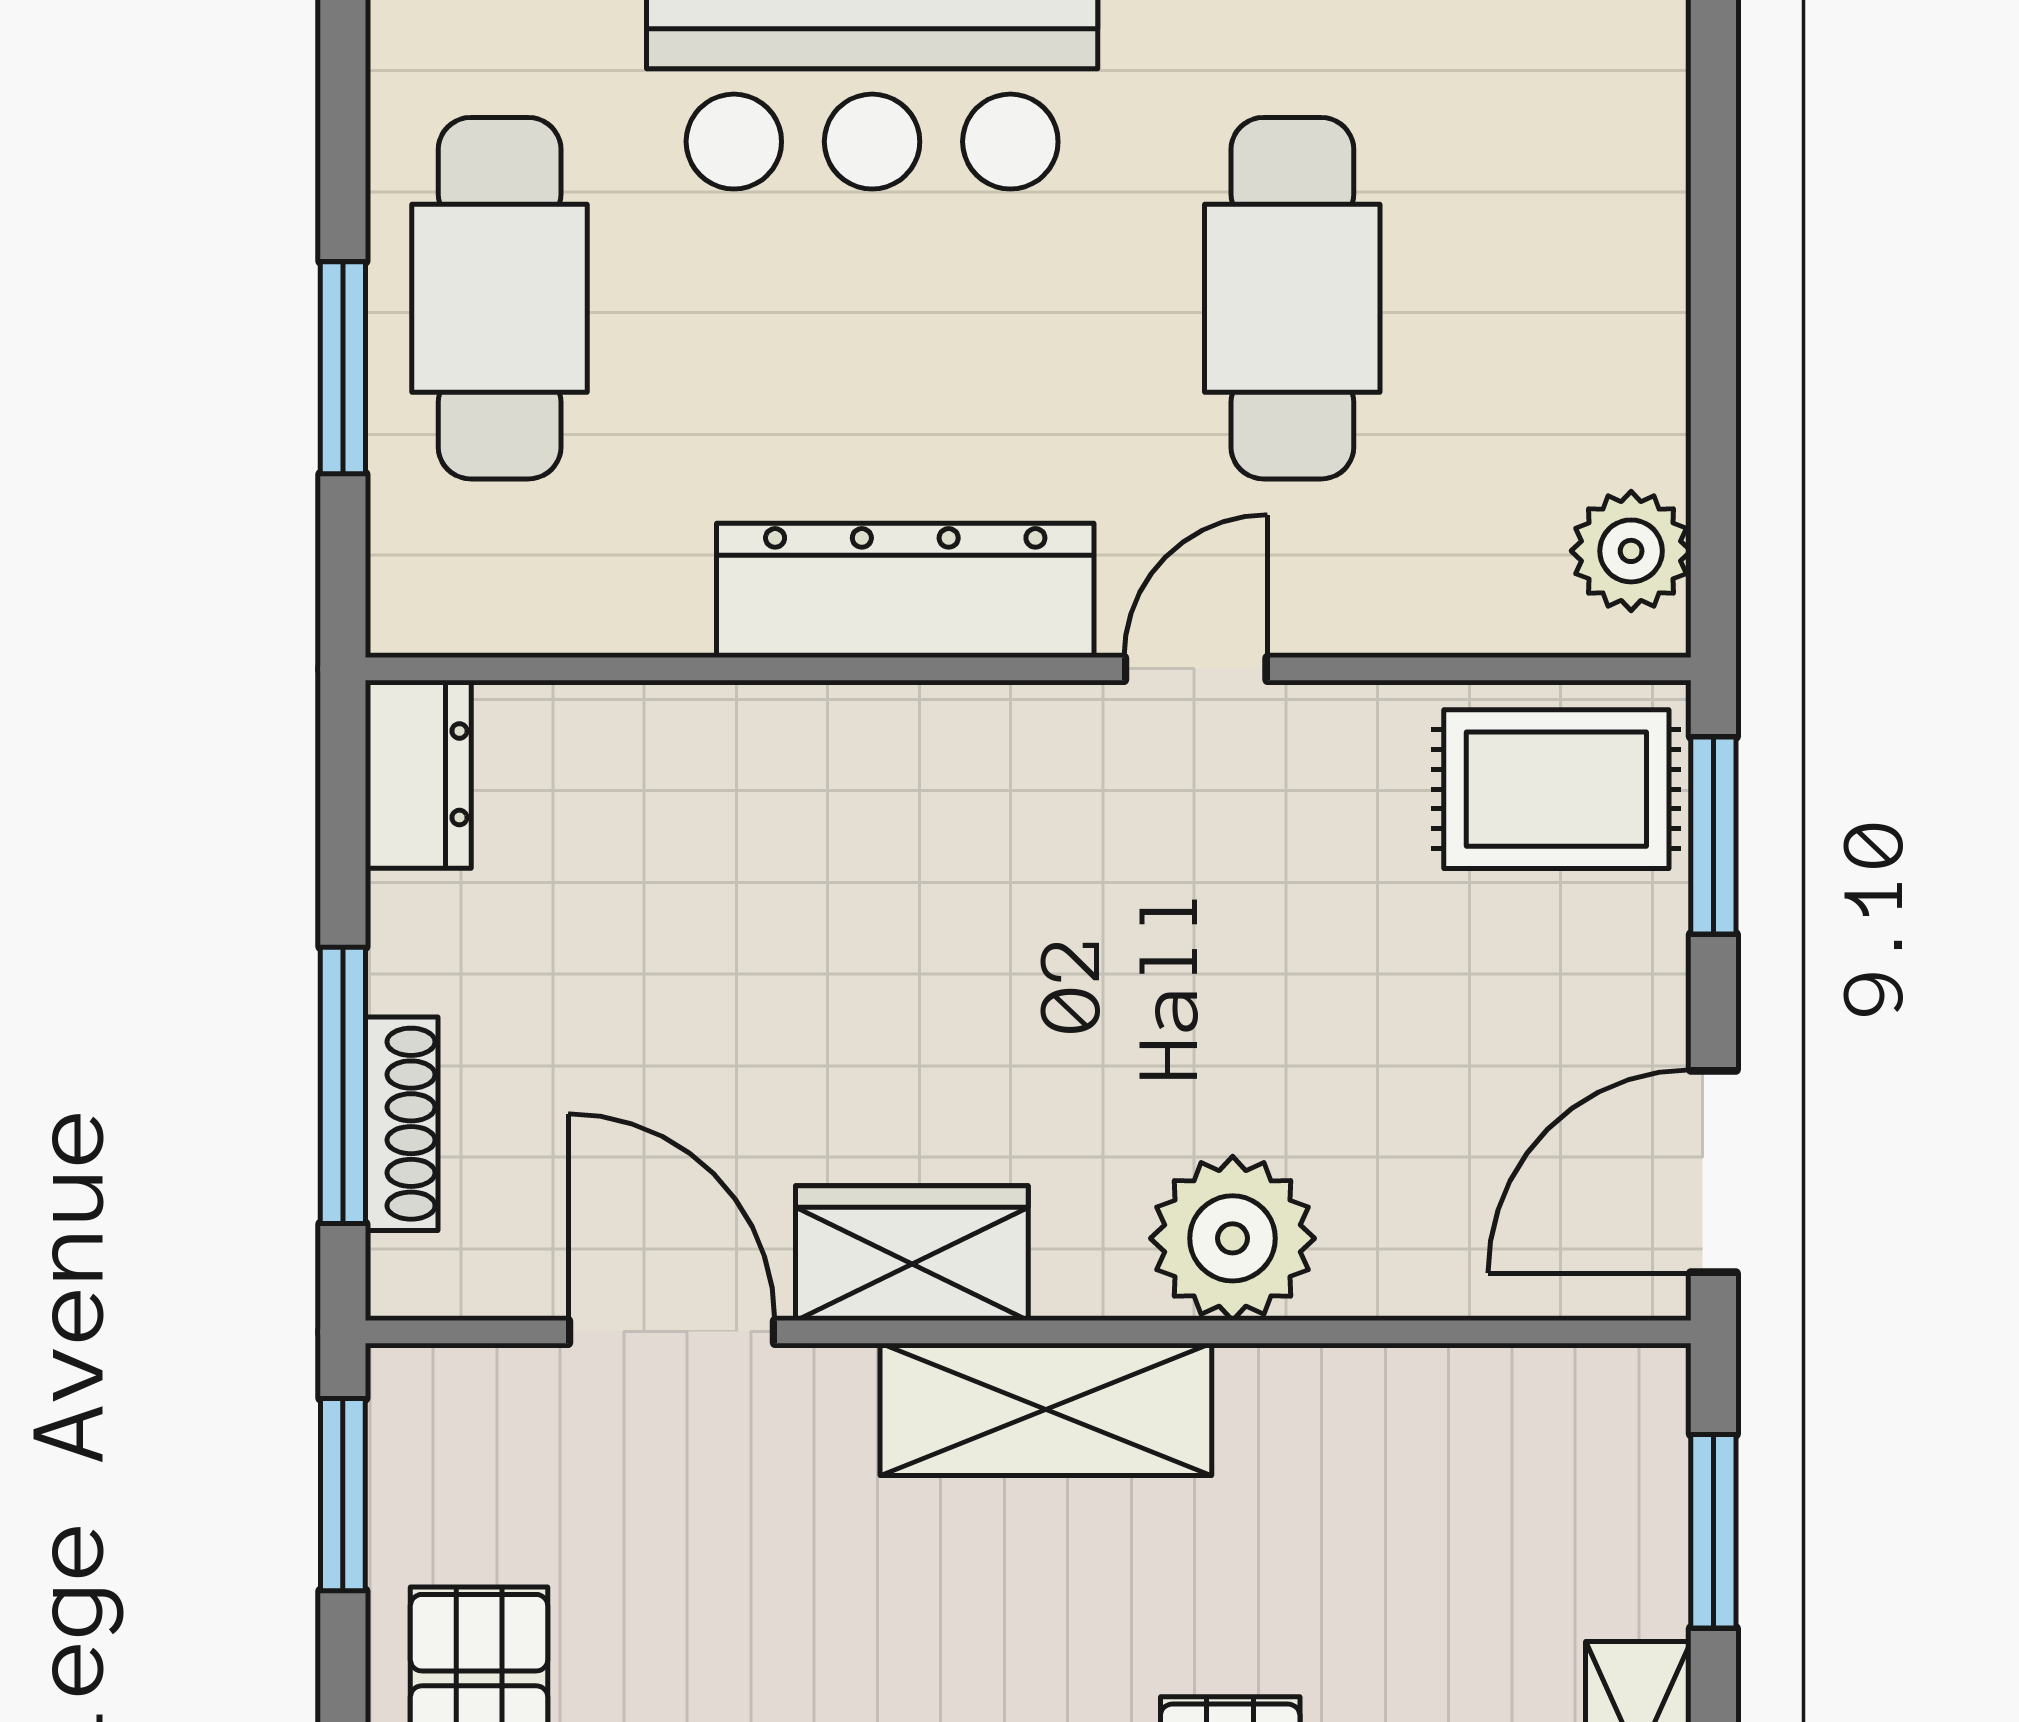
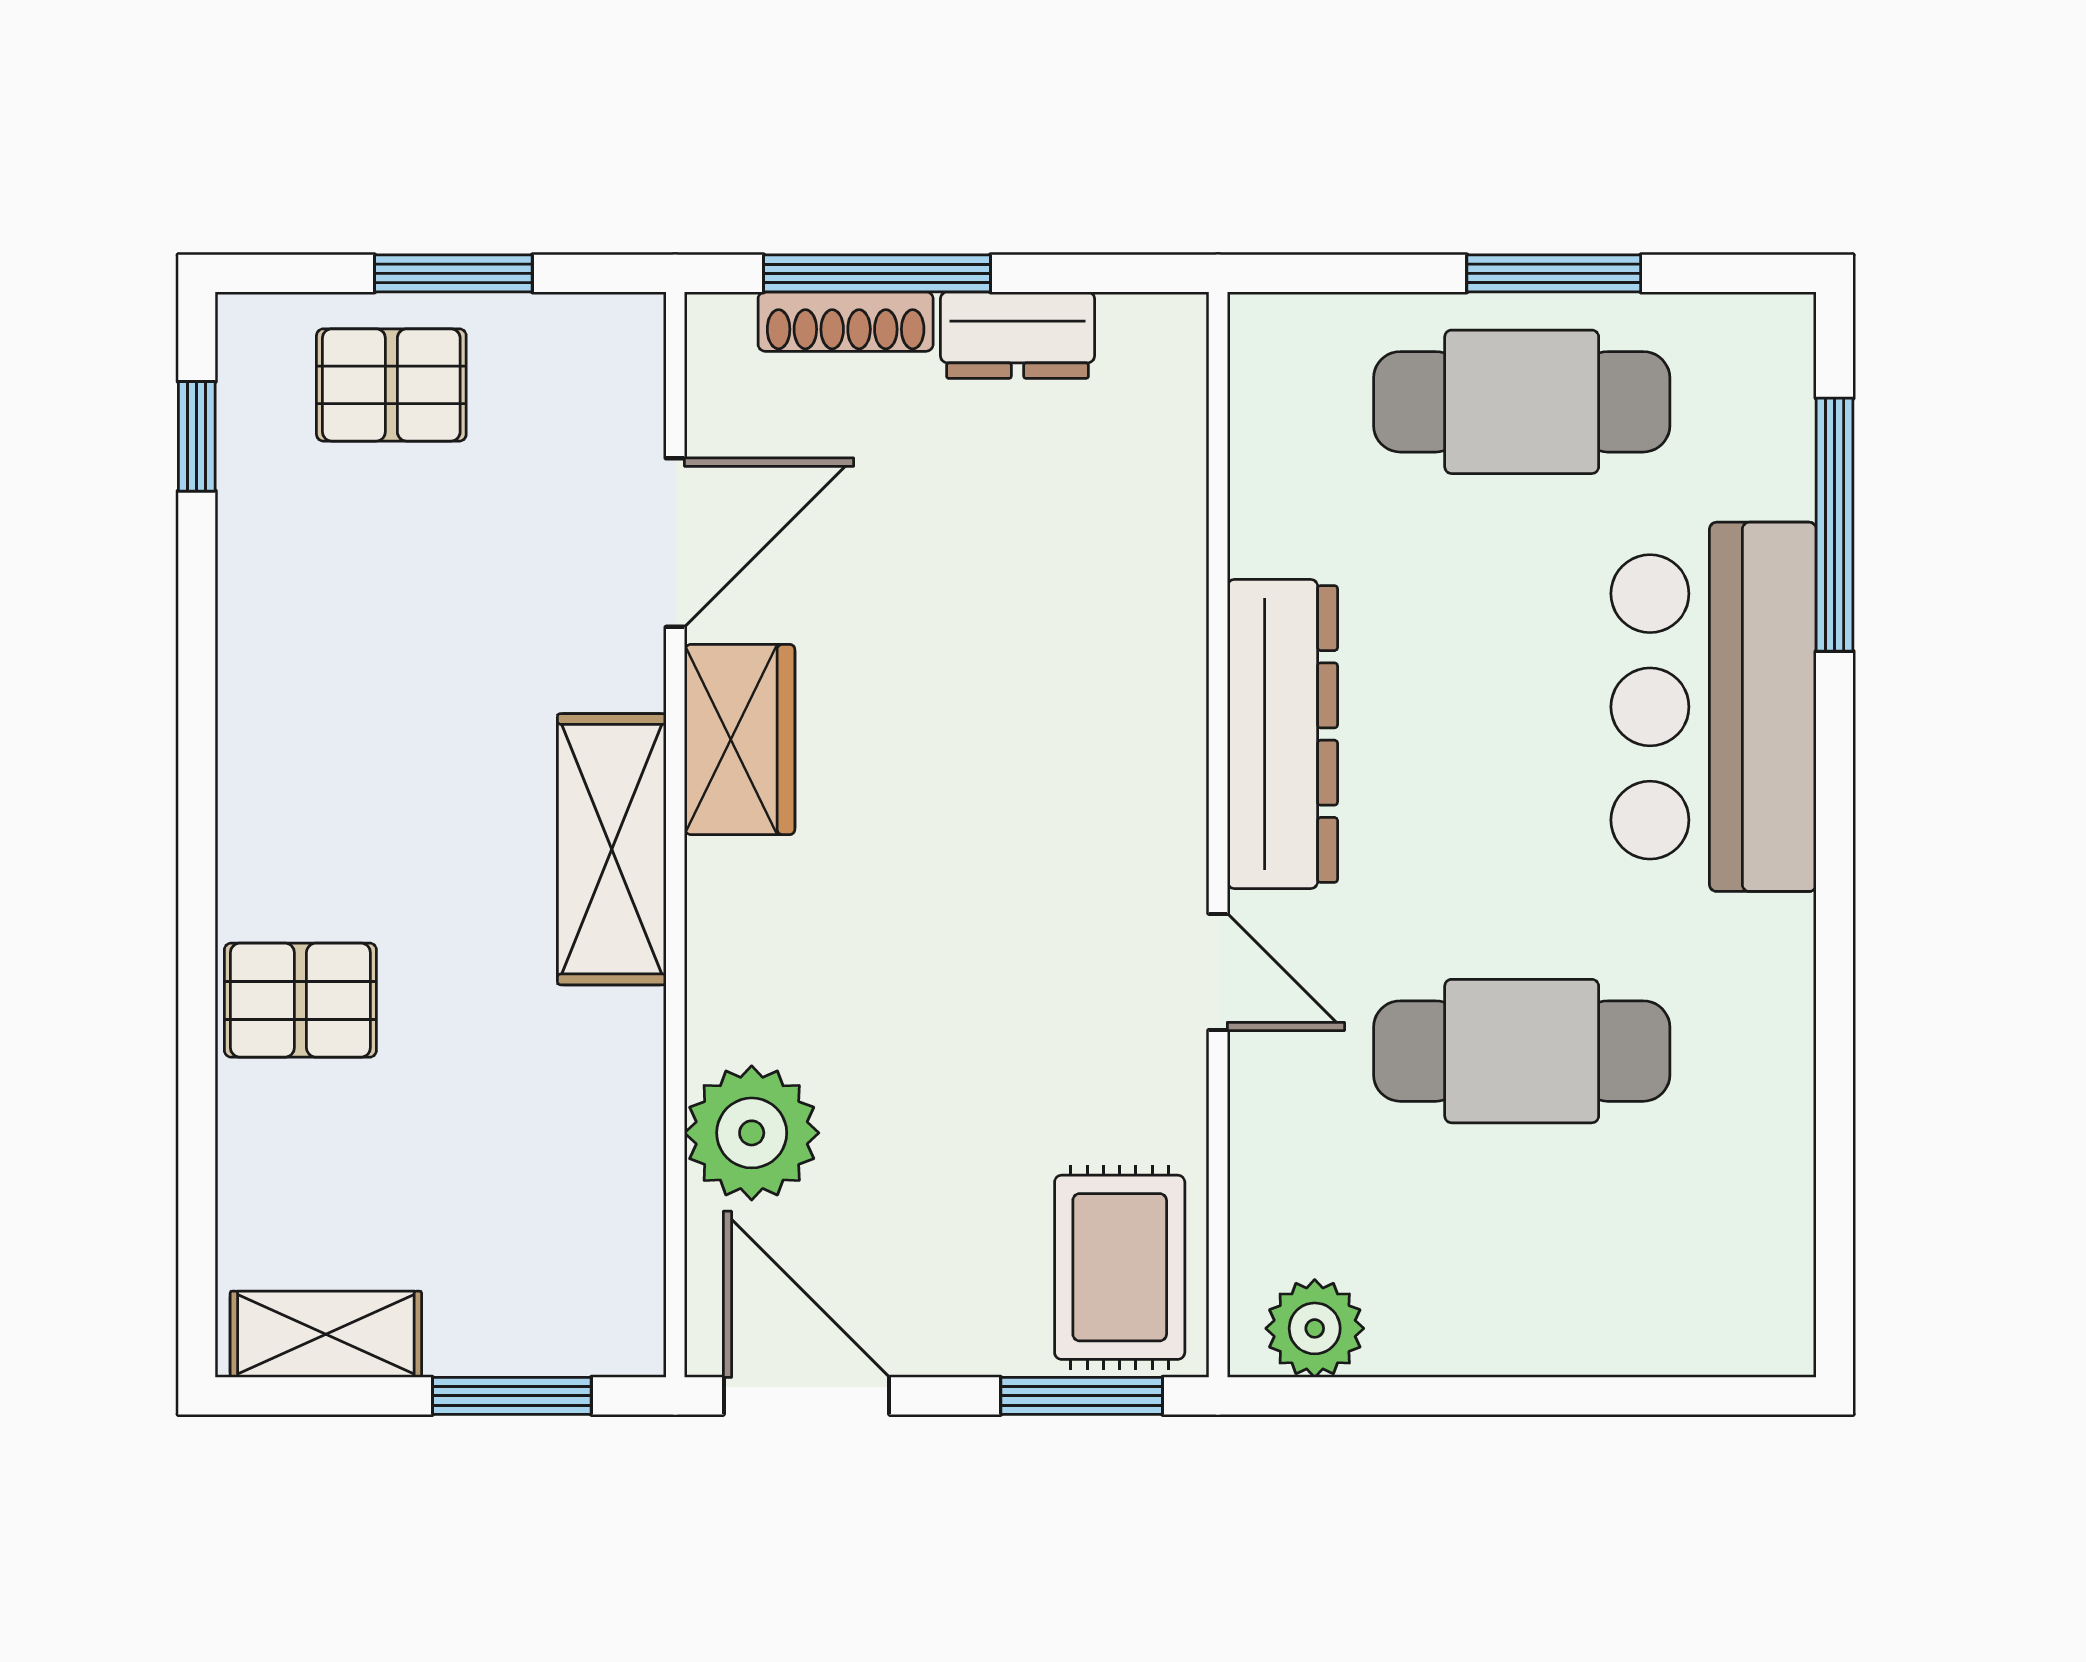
window: (343, 368) -> (1554, 273), moved
dresser: (418, 774) -> (1017, 335), moved
plant: (1233, 1238) -> (752, 1133), moved
window: (343, 1495) -> (453, 273), moved

